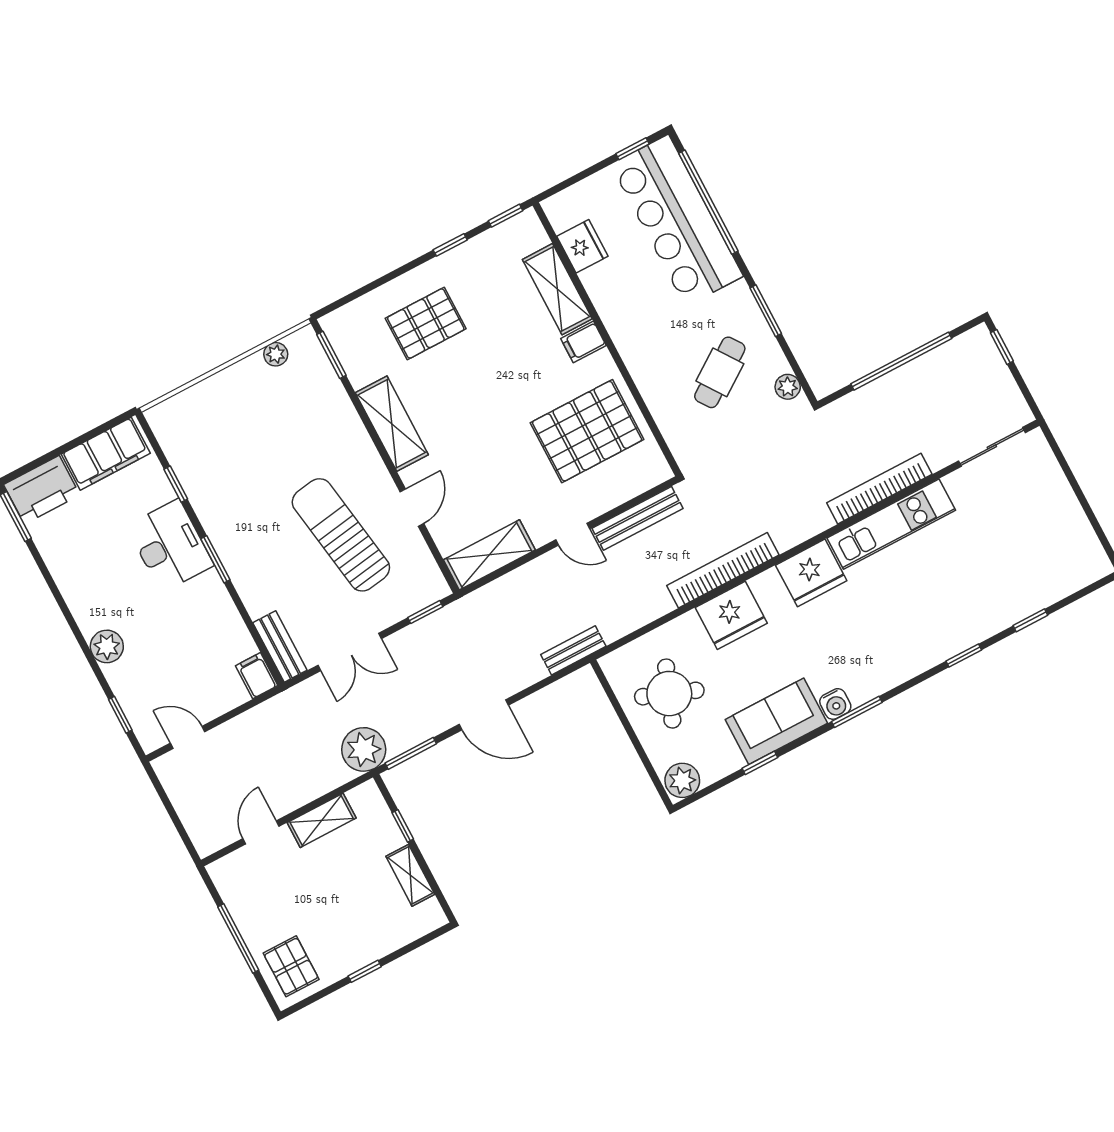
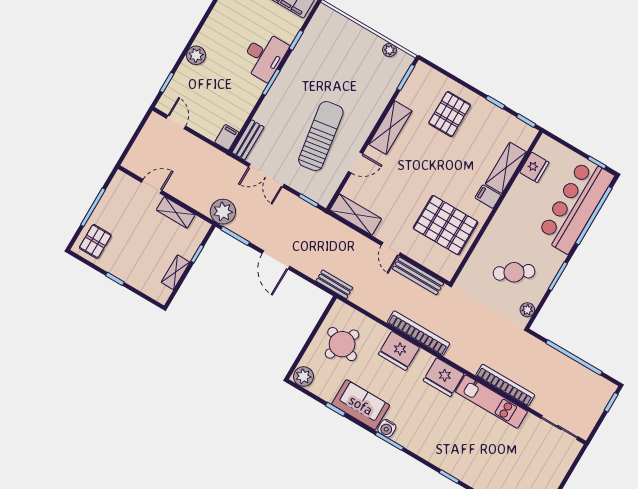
pallet: (426, 323) -> (450, 114), turned 90

